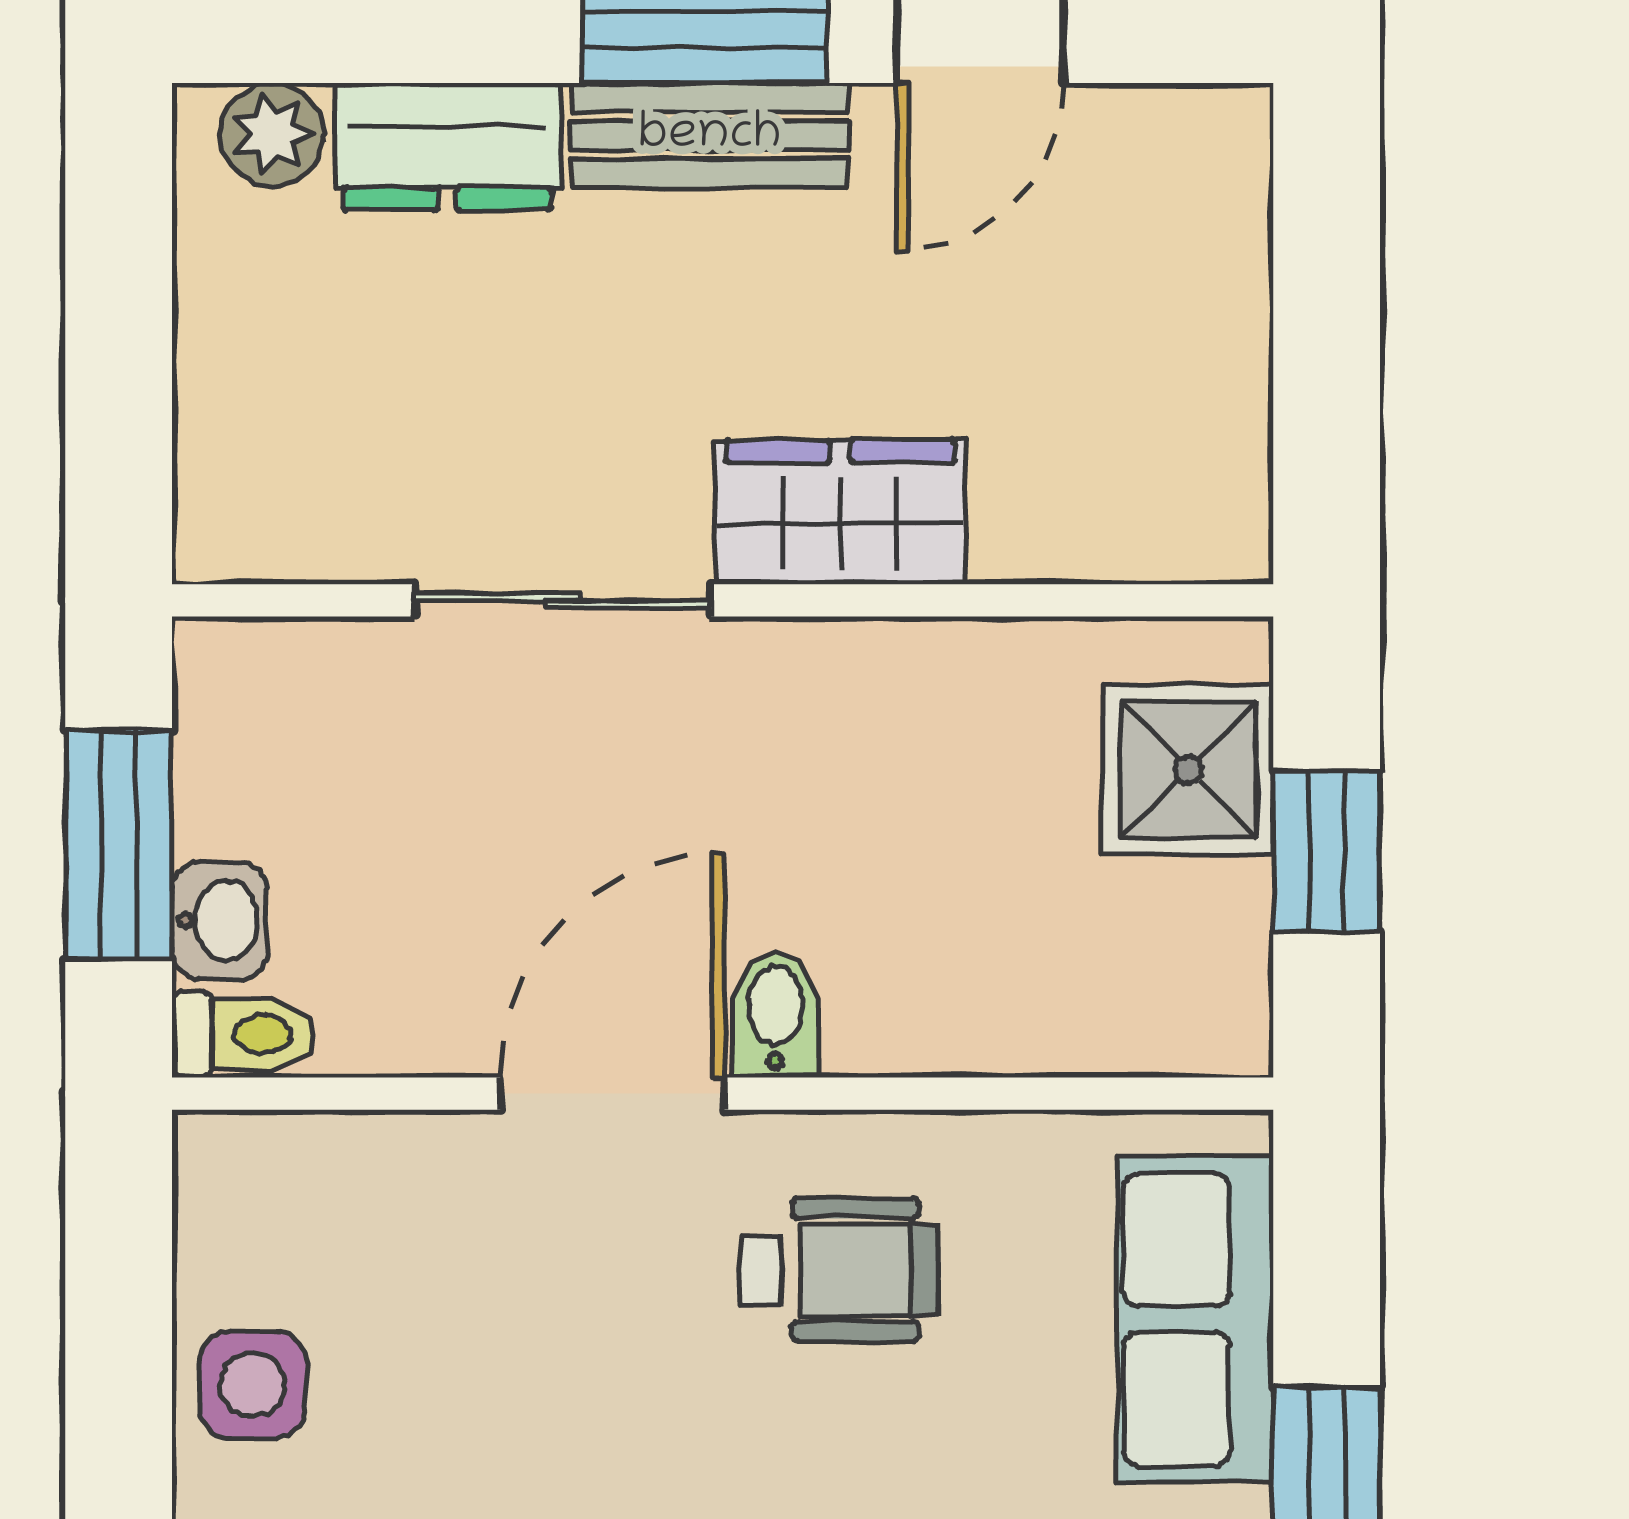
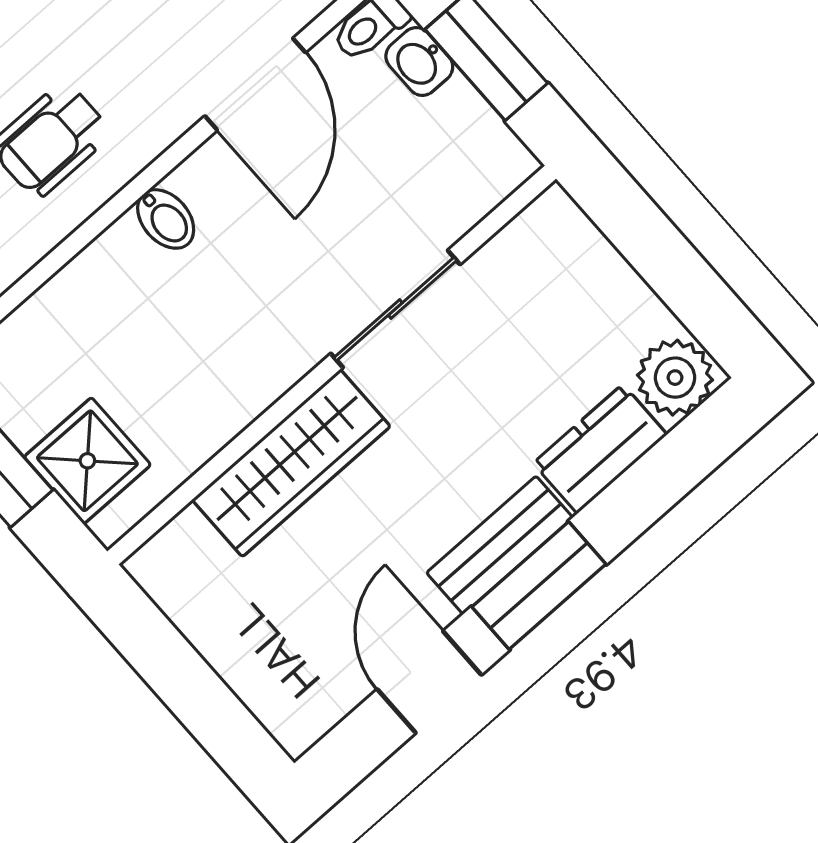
plant: (272, 135) -> (675, 378), width x1.38, depth x1.38
wardrobe: (840, 512) -> (291, 463), width x1.50
door: (612, 1094) -> (255, 84), moved

